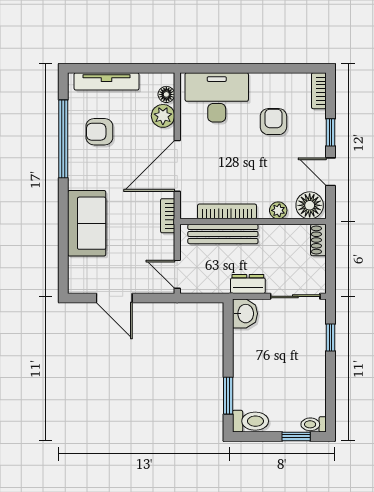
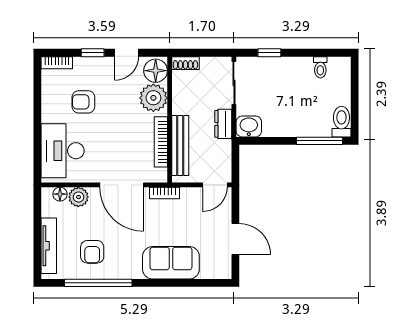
plant: (278, 210) -> (153, 98), width x1.88, depth x1.88
door: (114, 298) -> (235, 239), hinge flipped
window: (228, 396) -> (320, 141), width x1.44
toilet: (314, 424) -> (320, 67), moved
window: (296, 436) -> (355, 82), removed

